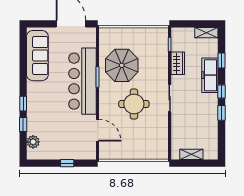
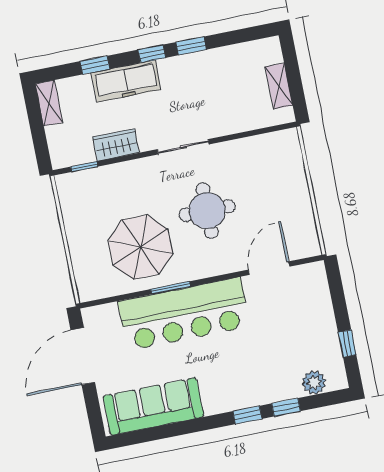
window: (67, 163) -> (347, 343), moved

